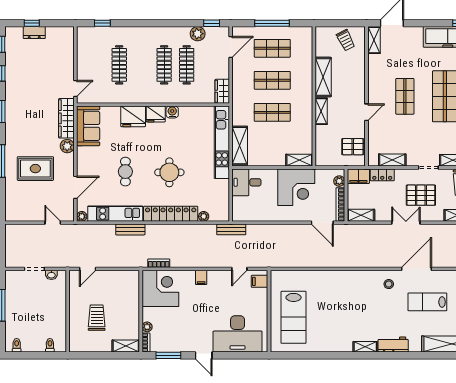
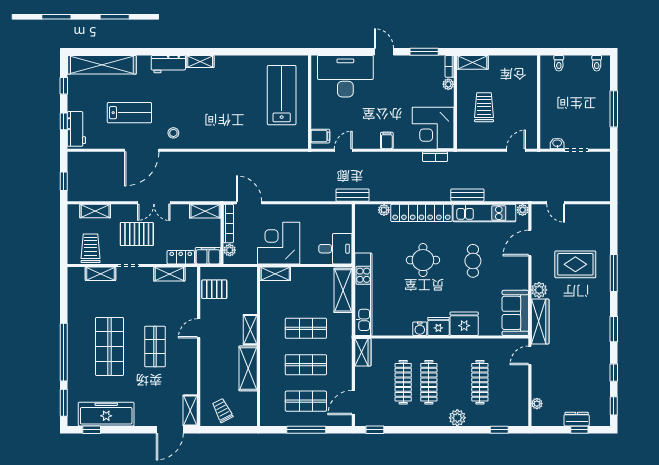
plant: (198, 34) -> (457, 418), moved
plant: (69, 46) -> (537, 404), added
trolley: (97, 318) -> (484, 107), moved, turned 180

